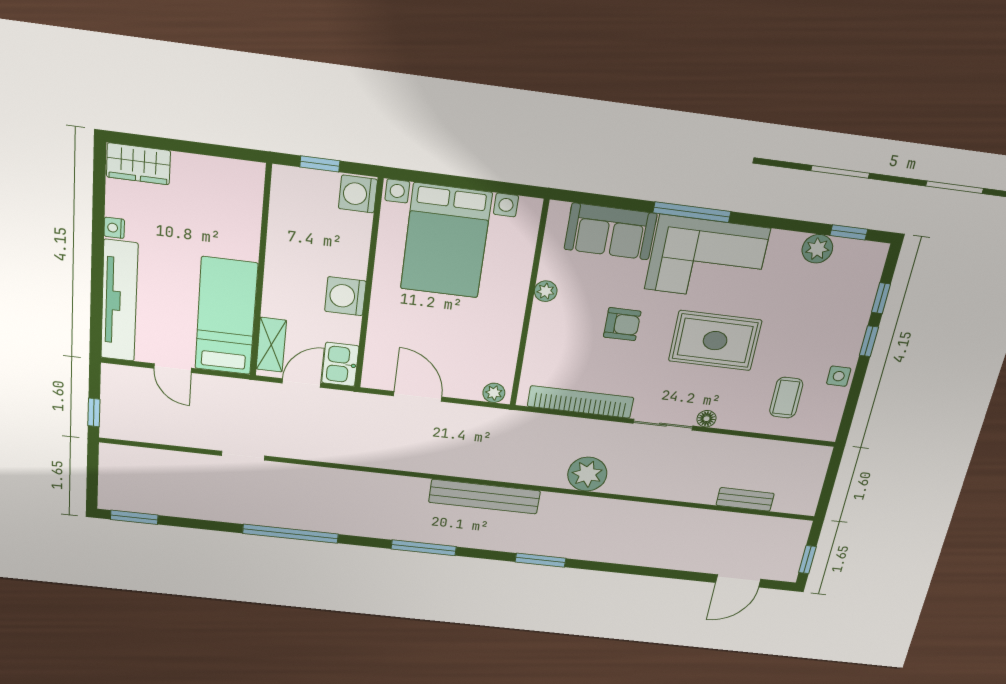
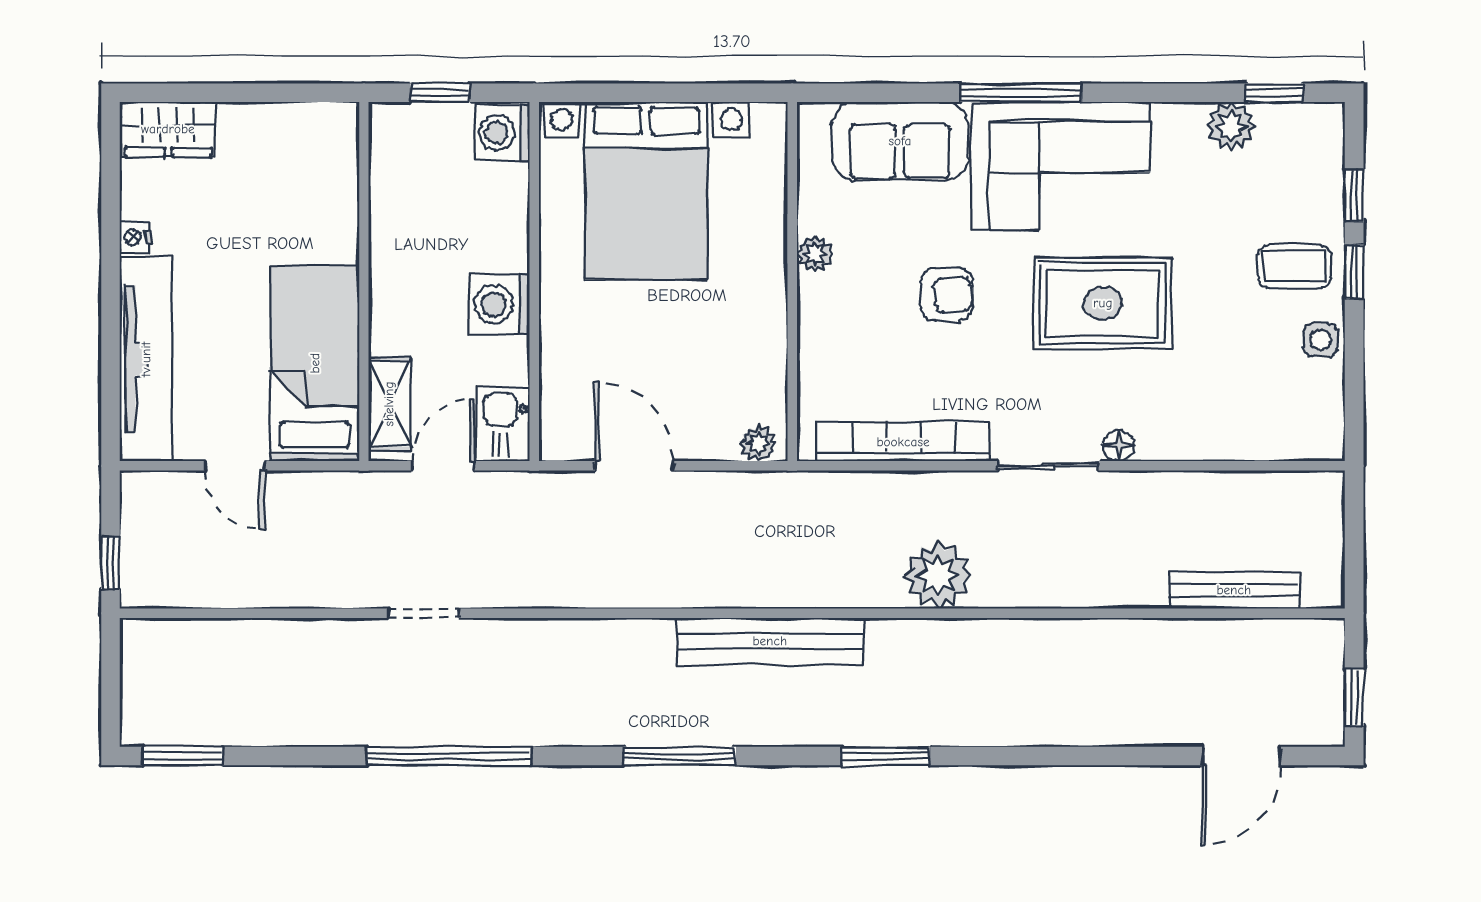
coffee table: (786, 398) -> (1294, 266), moved, turned 90
doorway: (243, 456) -> (423, 613), moved
bench: (745, 499) -> (1234, 590), width x1.36

